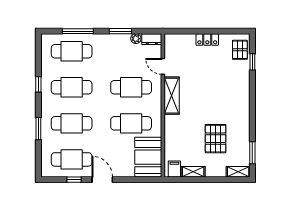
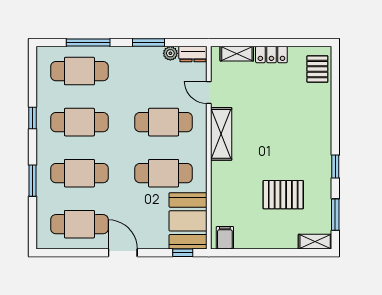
window: (252, 62) -> (335, 166), moved
pallet: (216, 139) -> (283, 195), turned 90
shelving: (193, 172) -> (237, 54), moved
window: (74, 180) -> (183, 253), moved

